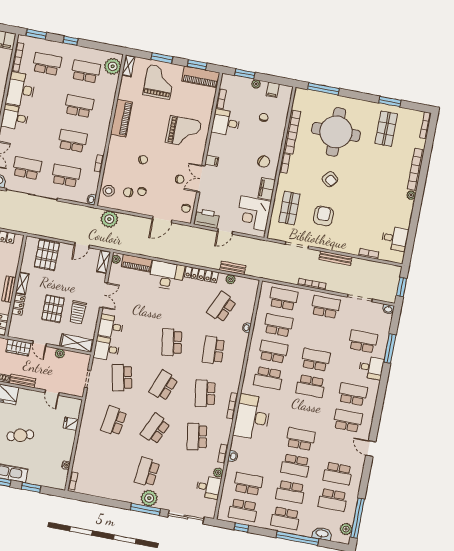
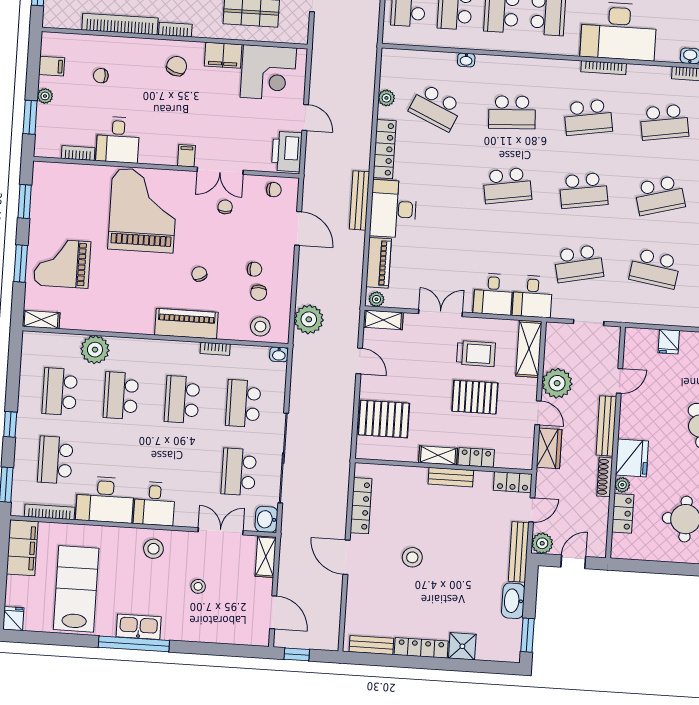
plant: (113, 66) -> (95, 350), moved
piano: (201, 77) -> (45, 193), removed
piano: (121, 118) -> (186, 324), moved
grand piano: (183, 132) -> (143, 210), width x1.37, depth x1.48
bench: (233, 268) -> (359, 200), moved, width x1.36
door: (40, 344) -> (538, 413), hinge flipped
plant: (60, 353) -> (557, 383), width x1.87, depth x1.87
bench: (23, 381) -> (606, 426), width x1.36
school desk: (164, 386) -> (583, 190), turned -30
school desk: (155, 429) -> (660, 195), turned -39

